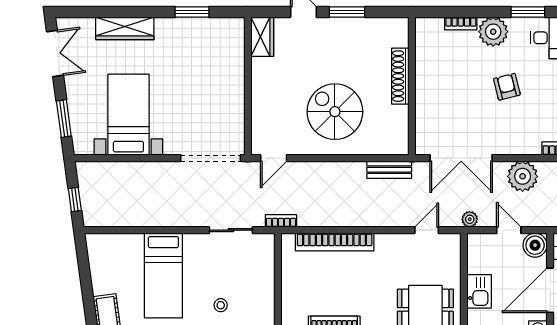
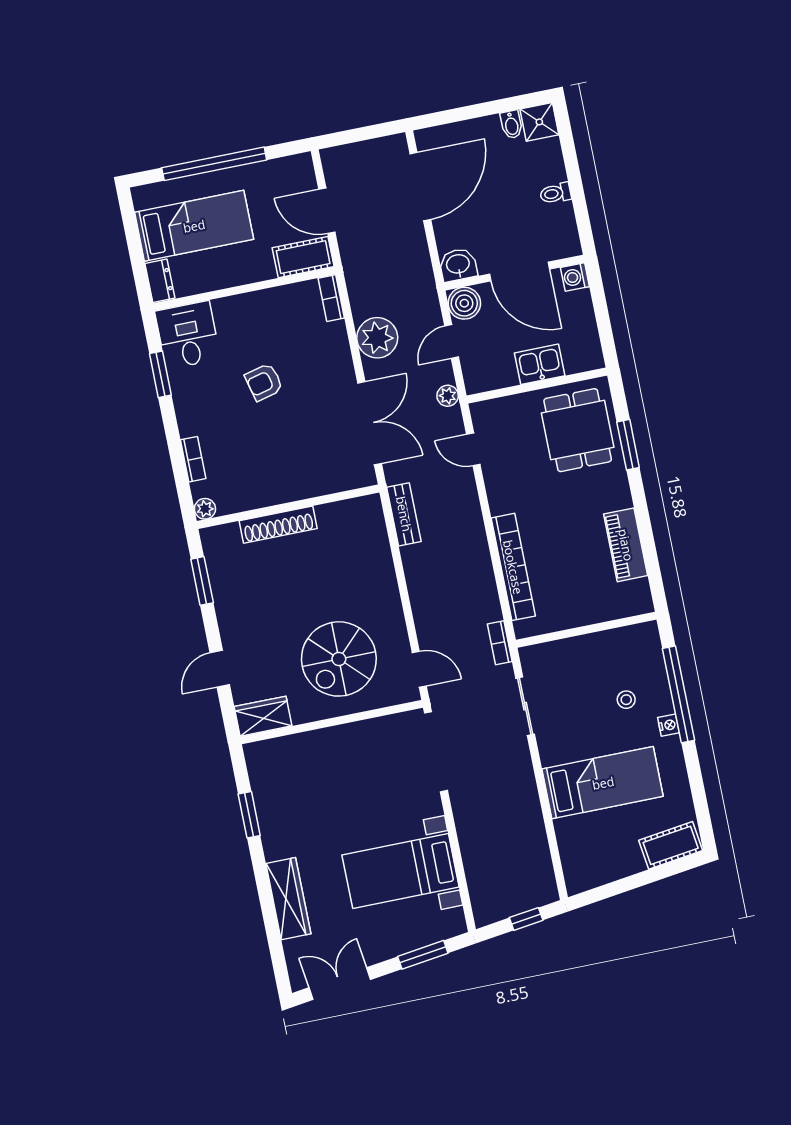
window: (347, 12) -> (202, 581), moved
plant: (493, 32) -> (205, 509), moved, width x0.53, depth x0.53
spiral stairs: (335, 112) -> (339, 659), moved

